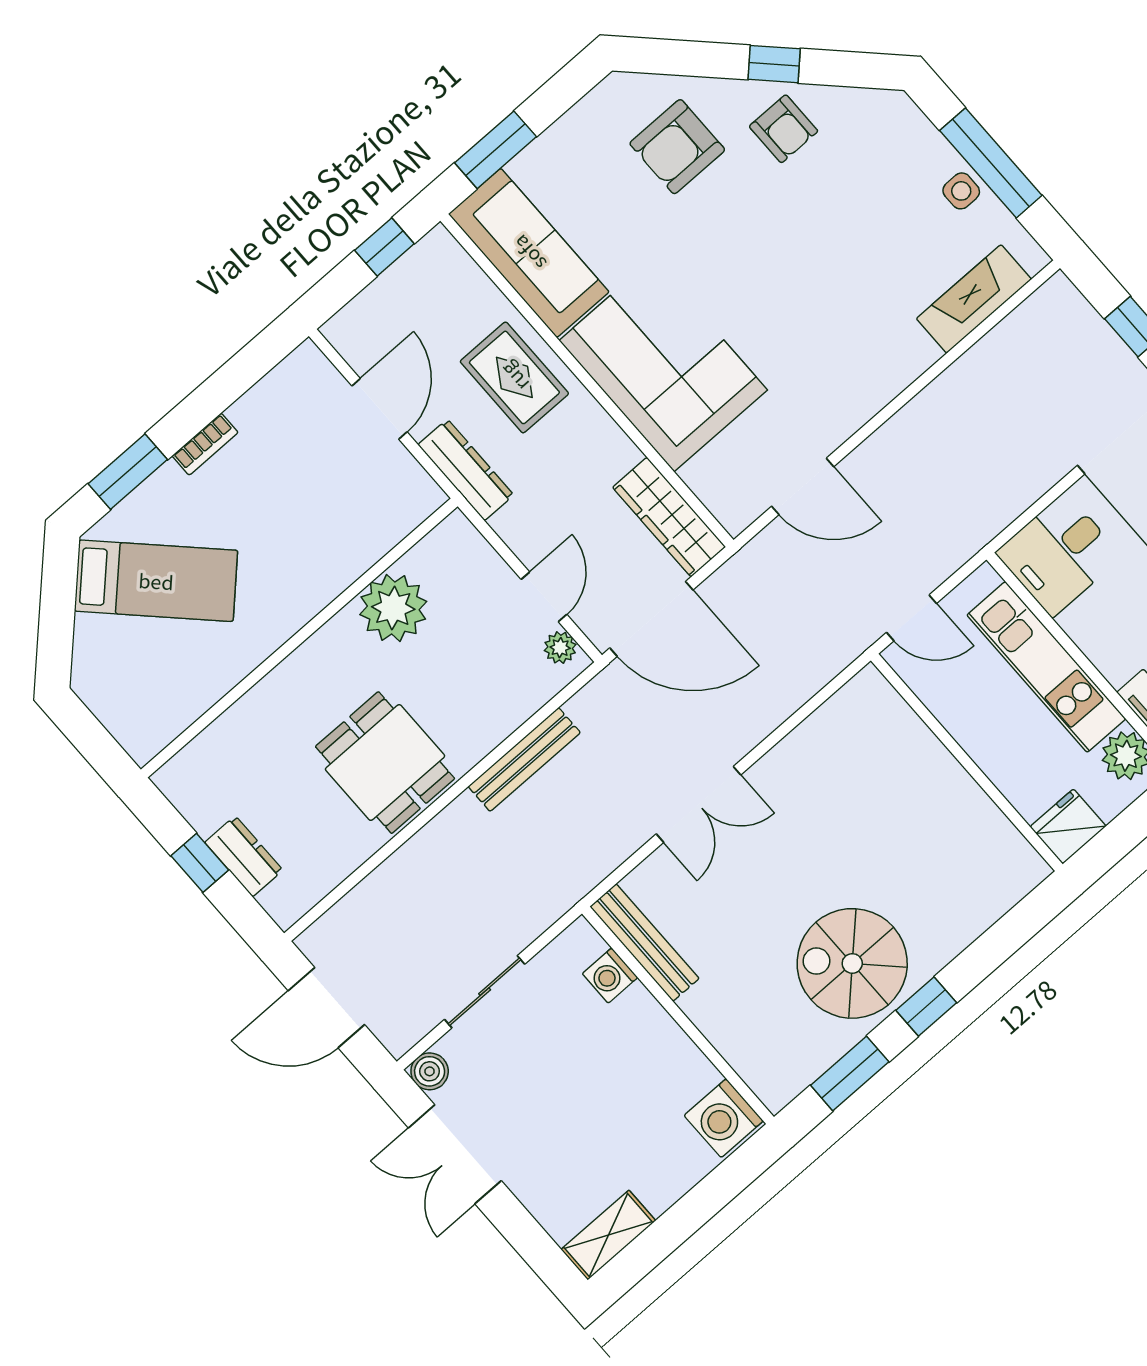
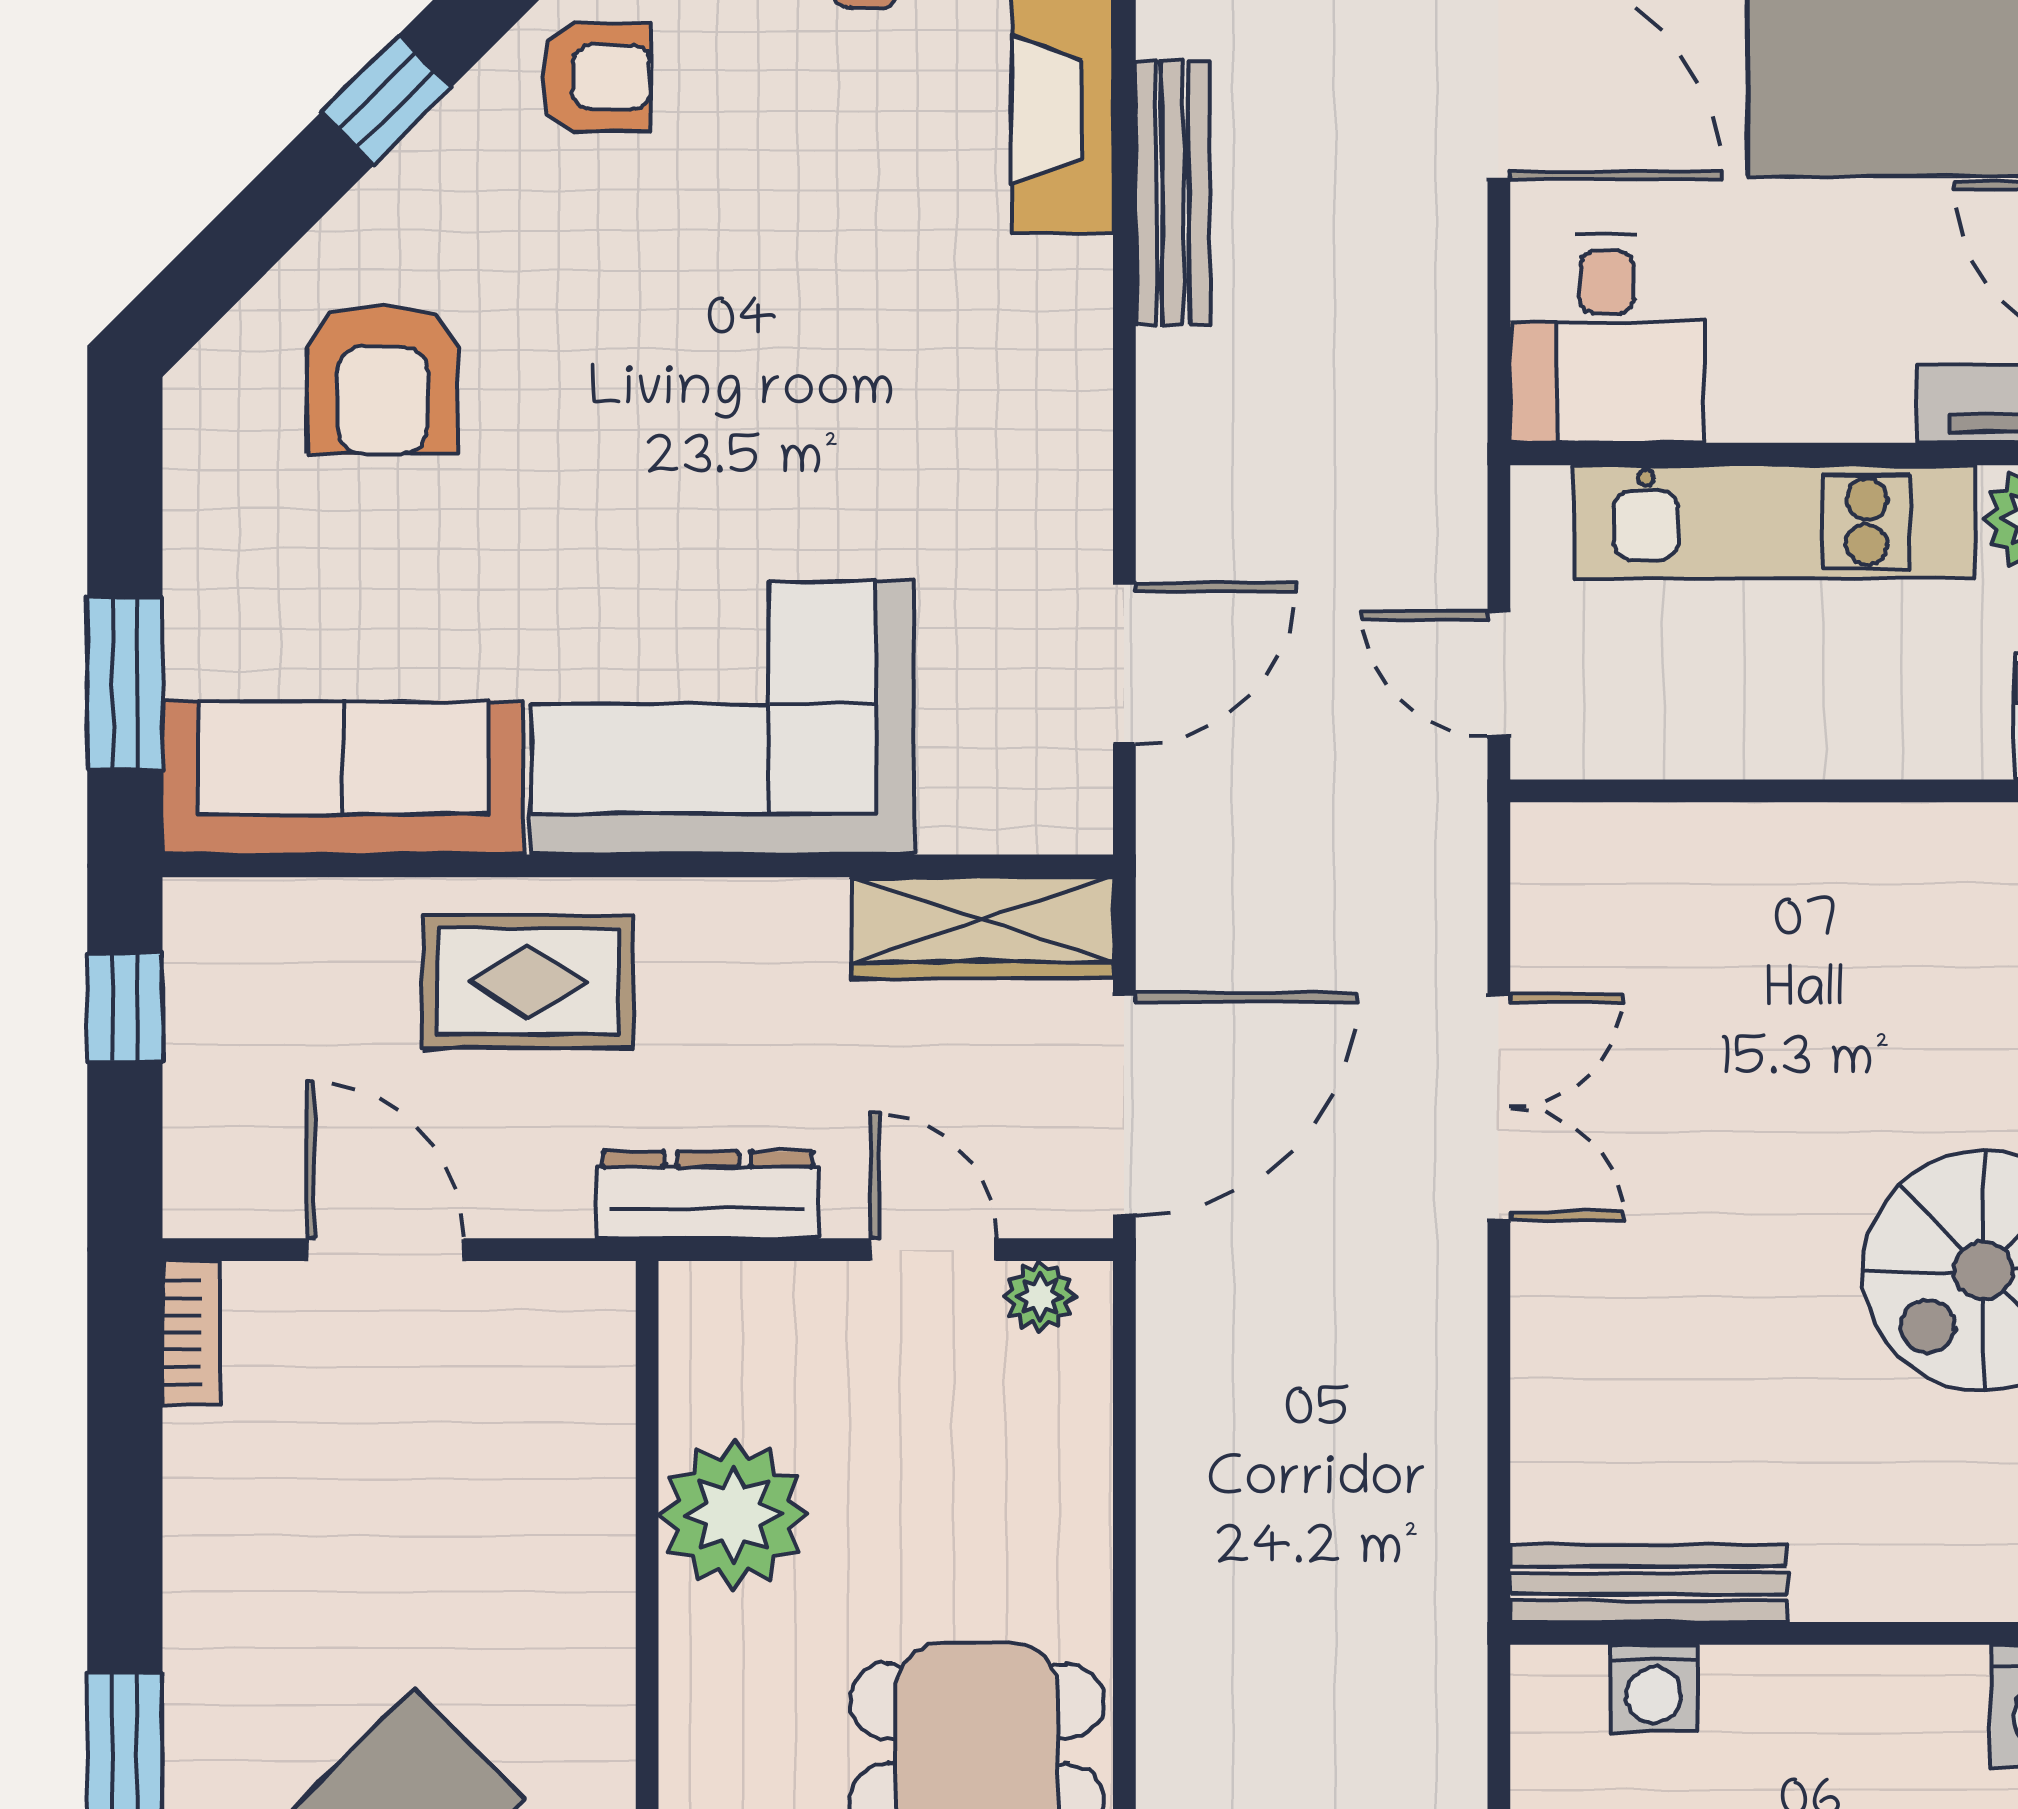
armchair: (784, 129) -> (596, 77), moved
bookcase: (205, 444) -> (191, 1333), moved
dresser: (466, 470) -> (708, 1195), moved
door: (912, 618) -> (1499, 673), swing flipped
bench: (524, 759) -> (1173, 193), moved
double door: (699, 804) -> (1499, 1107), moved

